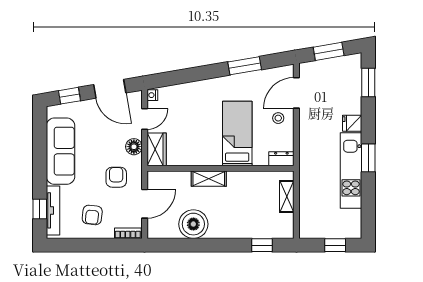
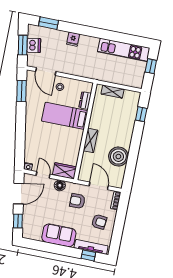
window: (245, 66) -> (21, 91), moved
dishwasher: (331, 68) -> (34, 45), added
sofa: (61, 151) -> (59, 235), width x0.73
window: (368, 158) -> (98, 33), removed
dresser: (281, 159) -> (85, 100), moved
kitchen unit: (351, 170) -> (124, 50), moved

